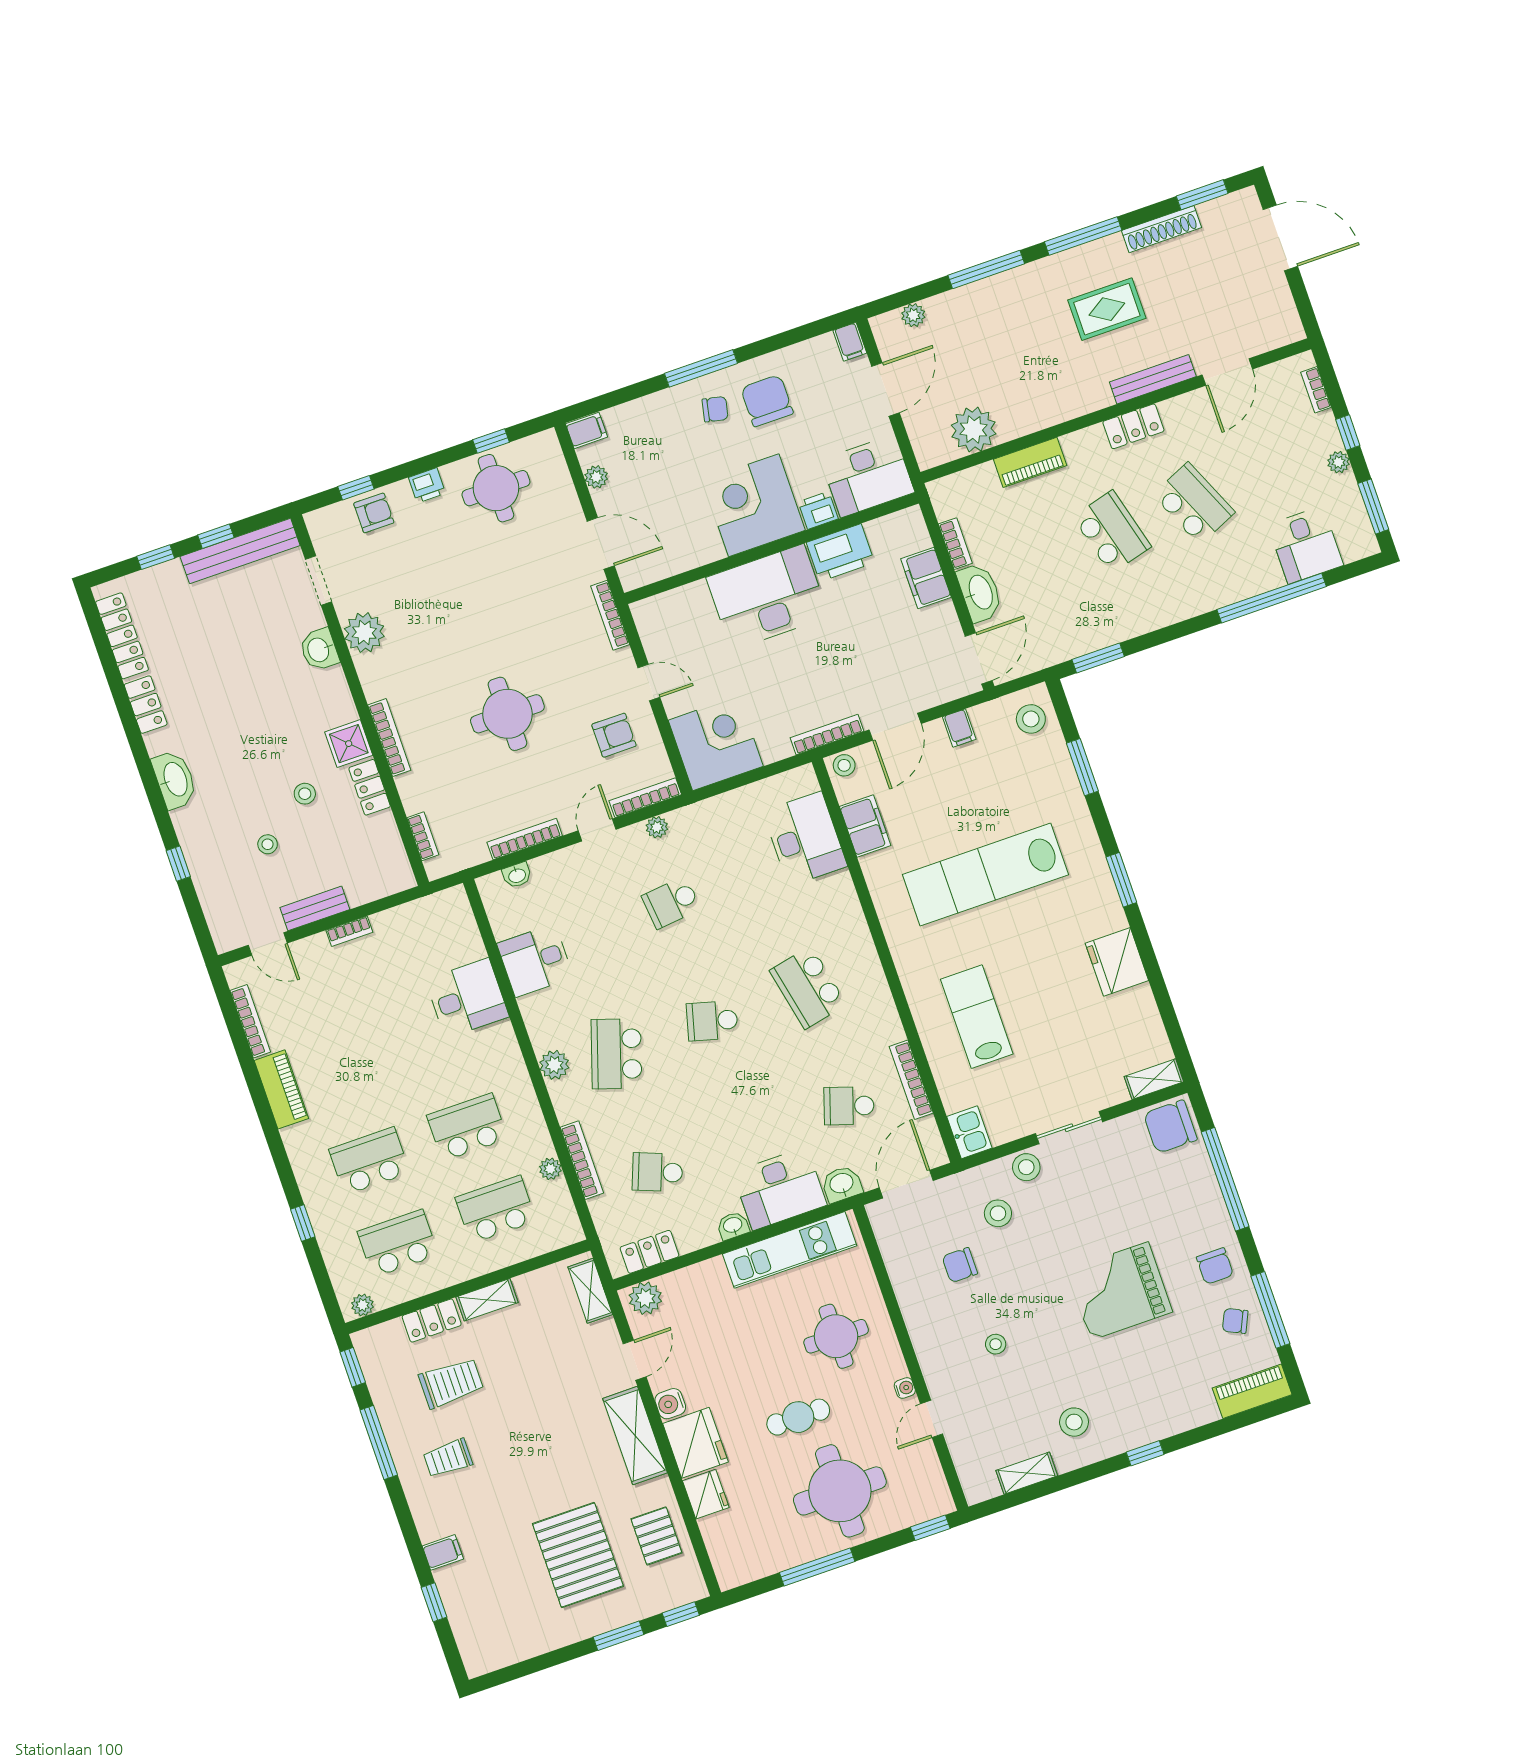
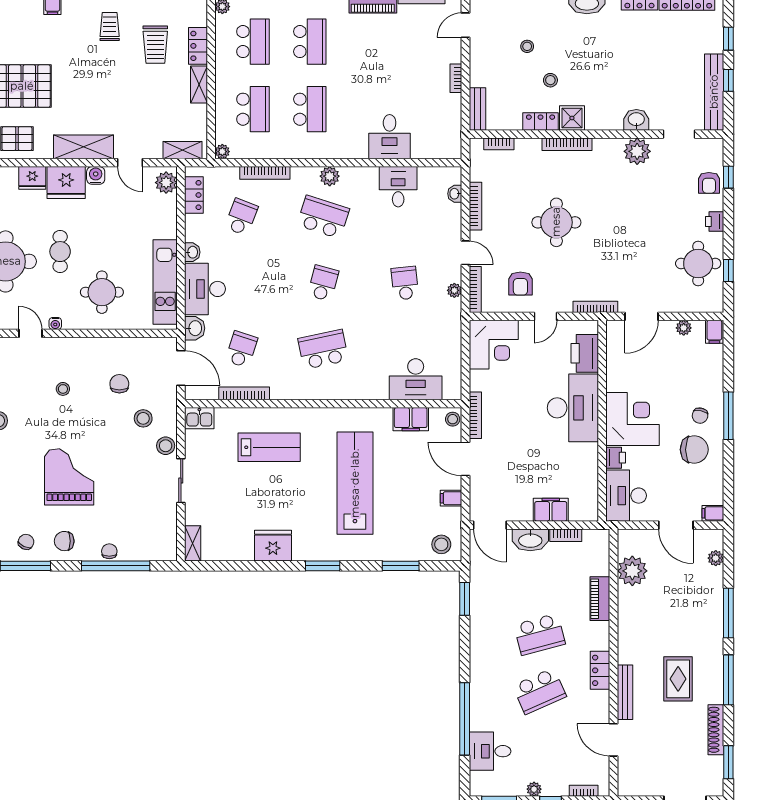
printer: (840, 553) -> (585, 353), moved
bench: (315, 908) -> (477, 109), moved
chair: (1170, 1127) -> (109, 551), moved, width x0.54, depth x0.54
plant: (550, 1169) -> (222, 152), moved

